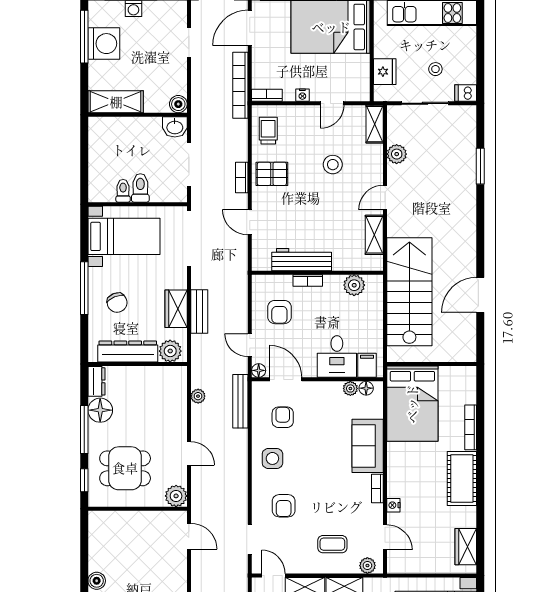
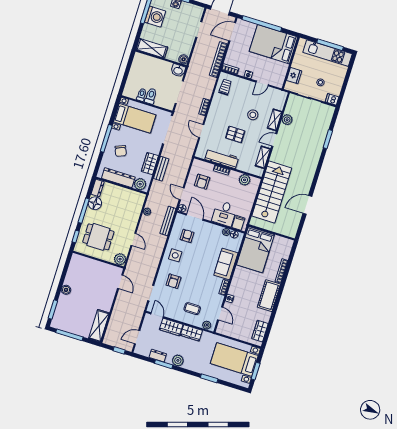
shelving: (375, 124) -> (275, 120), moved
pallet: (272, 174) -> (235, 134), moved

